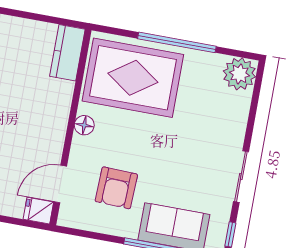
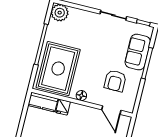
armchair: (116, 188) -> (115, 81), turned 88
fridge: (38, 211) -> (63, 107), moved

